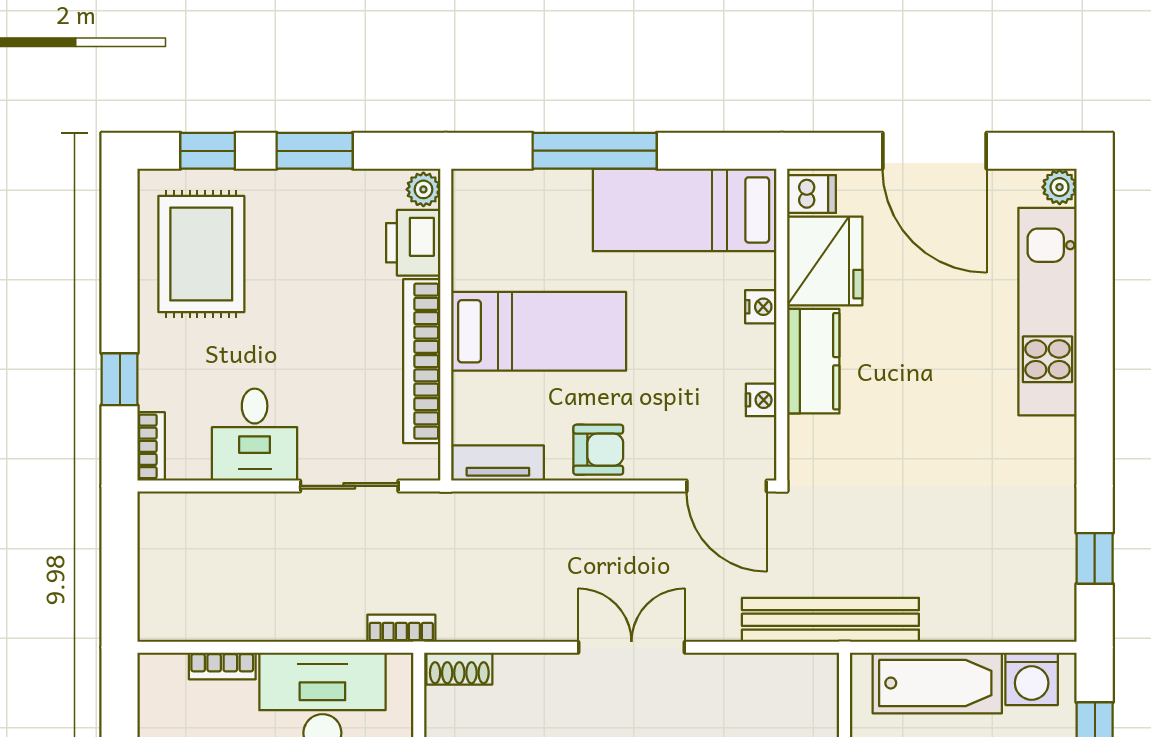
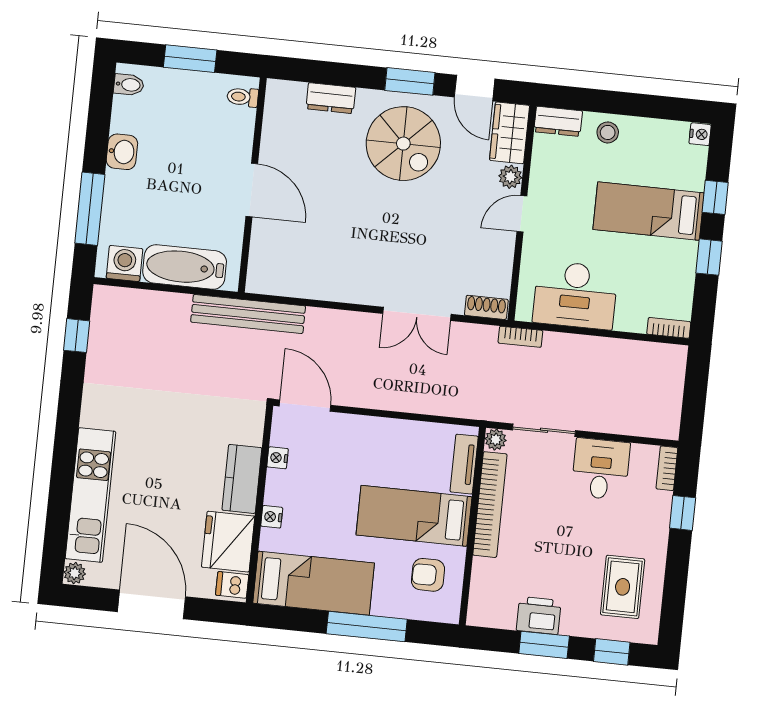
plant: (423, 189) -> (496, 440), moved
printer: (413, 243) -> (539, 615), moved, turned -90
rug: (201, 254) -> (623, 587), width x0.73, depth x0.70
armchair: (598, 450) -> (428, 575), moved
tv unit: (498, 463) -> (464, 464), moved, turned 90
double door: (631, 647) -> (417, 314), moved
bookcase: (222, 666) -> (669, 328), moved

